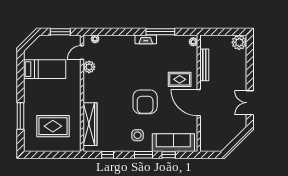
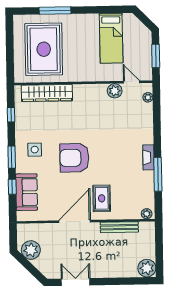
rug: (53, 126) -> (44, 49), width x1.37, depth x1.44
plant: (222, 140) -> (31, 250), added
sofa: (173, 143) -> (27, 192), width x0.73

